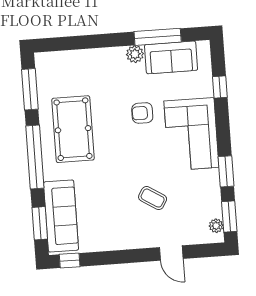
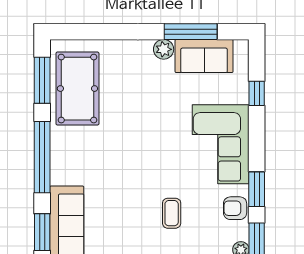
armchair: (142, 113) -> (235, 208), moved
pool table: (73, 129) -> (77, 89), moved
coffee table: (153, 198) -> (172, 213), turned 58

